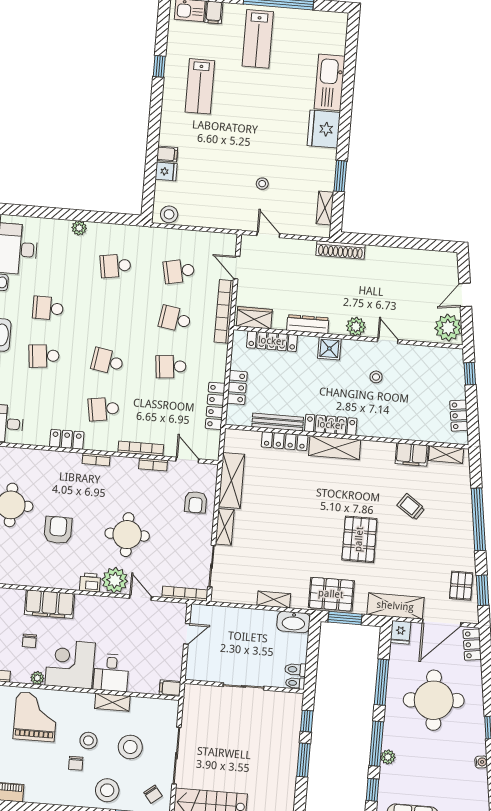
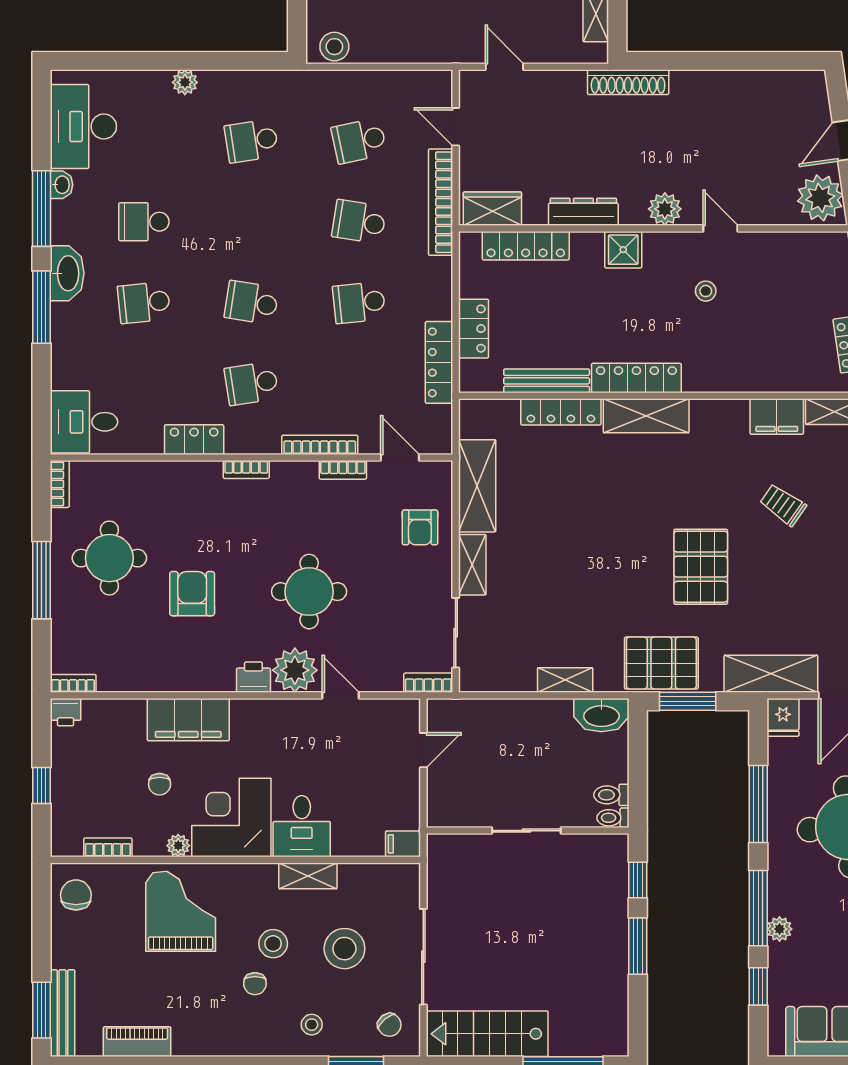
bookcase: (185, 594) -> (428, 683), width x0.64
stool: (107, 790) -> (312, 1025), width x0.53, depth x0.53

